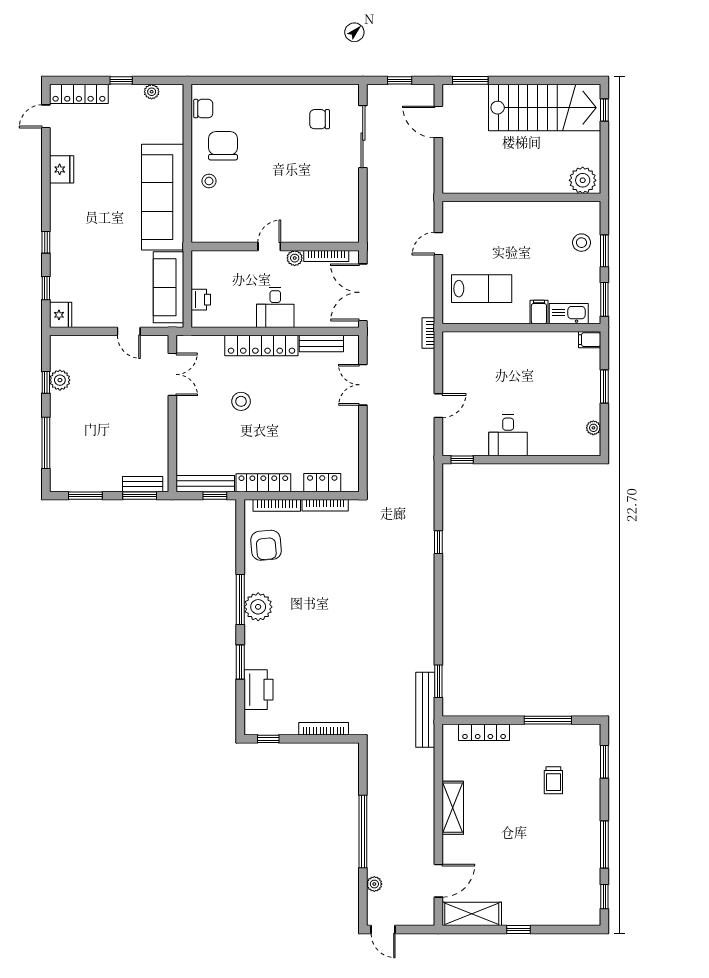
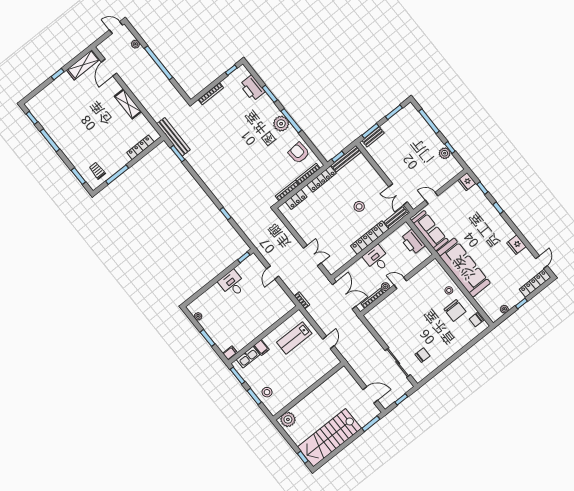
door: (269, 246) -> (400, 283), swing flipped
printer: (201, 300) -> (413, 242), width x1.87, depth x1.48
bench: (321, 344) -> (396, 218), moved
trolley: (553, 780) -> (97, 171), moved

